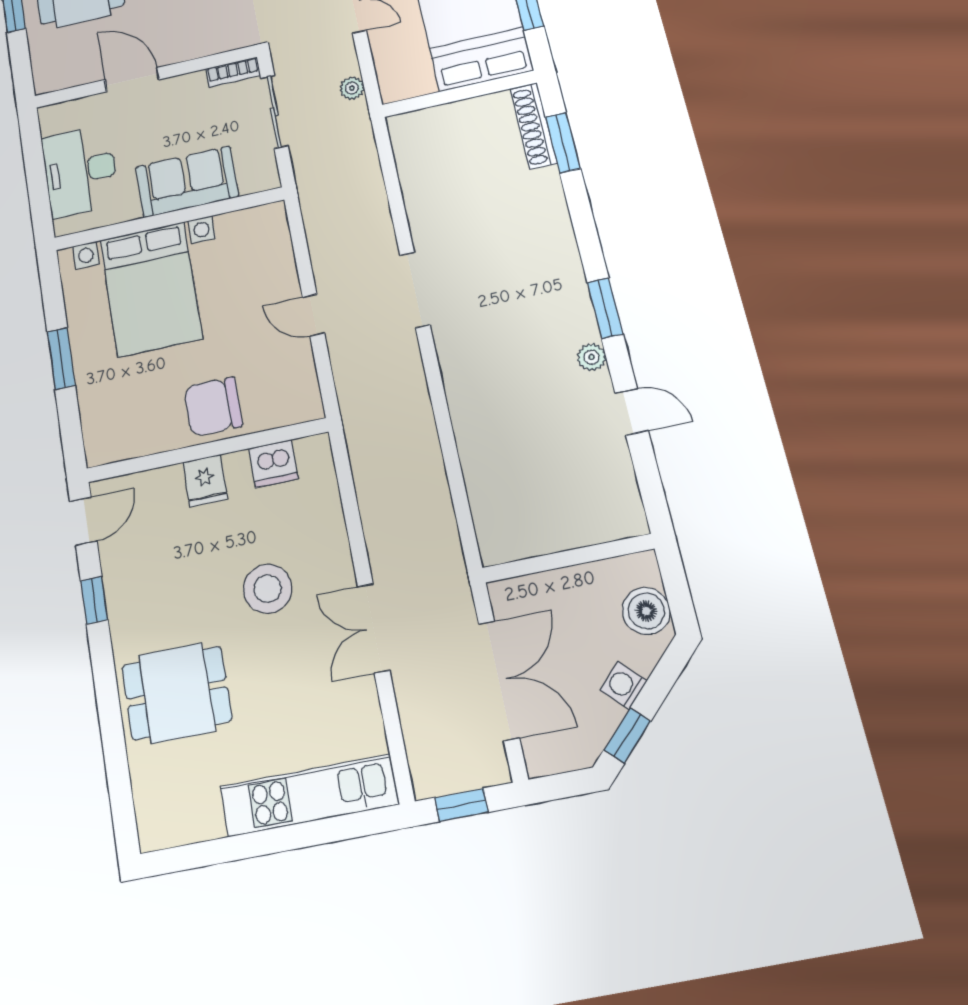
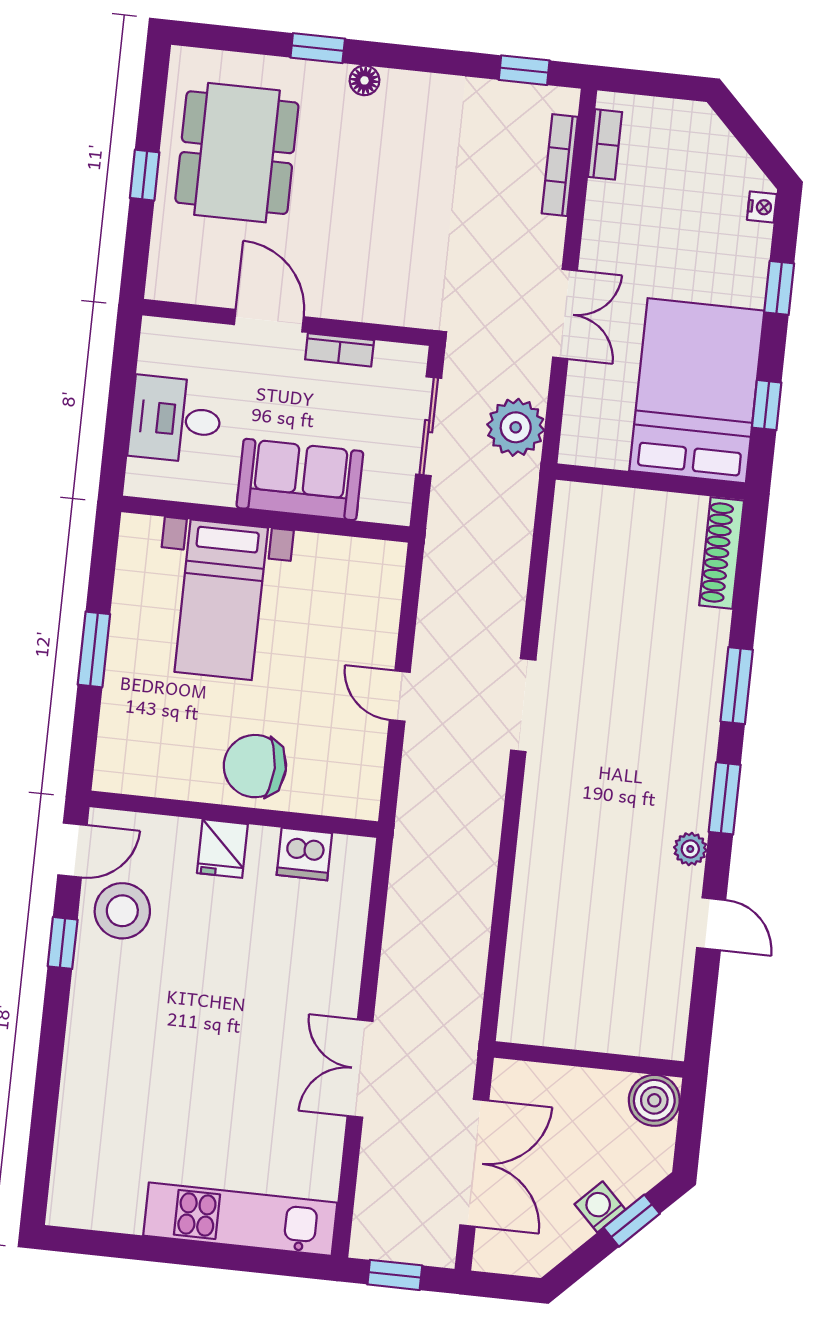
bookcase: (233, 72) -> (340, 350), moved
plant: (352, 88) -> (516, 427), width x1.88, depth x1.88
window: (563, 143) -> (737, 686), moved
desk: (80, 171) -> (175, 419), width x0.73
bed with nightstands: (151, 289) -> (221, 600), width x0.73
stool: (268, 589) -> (122, 911), moved
boiler: (646, 611) -> (654, 1100), moved
dining table: (177, 693) -> (128, 1071), removed
window: (627, 735) -> (632, 1221), moved

